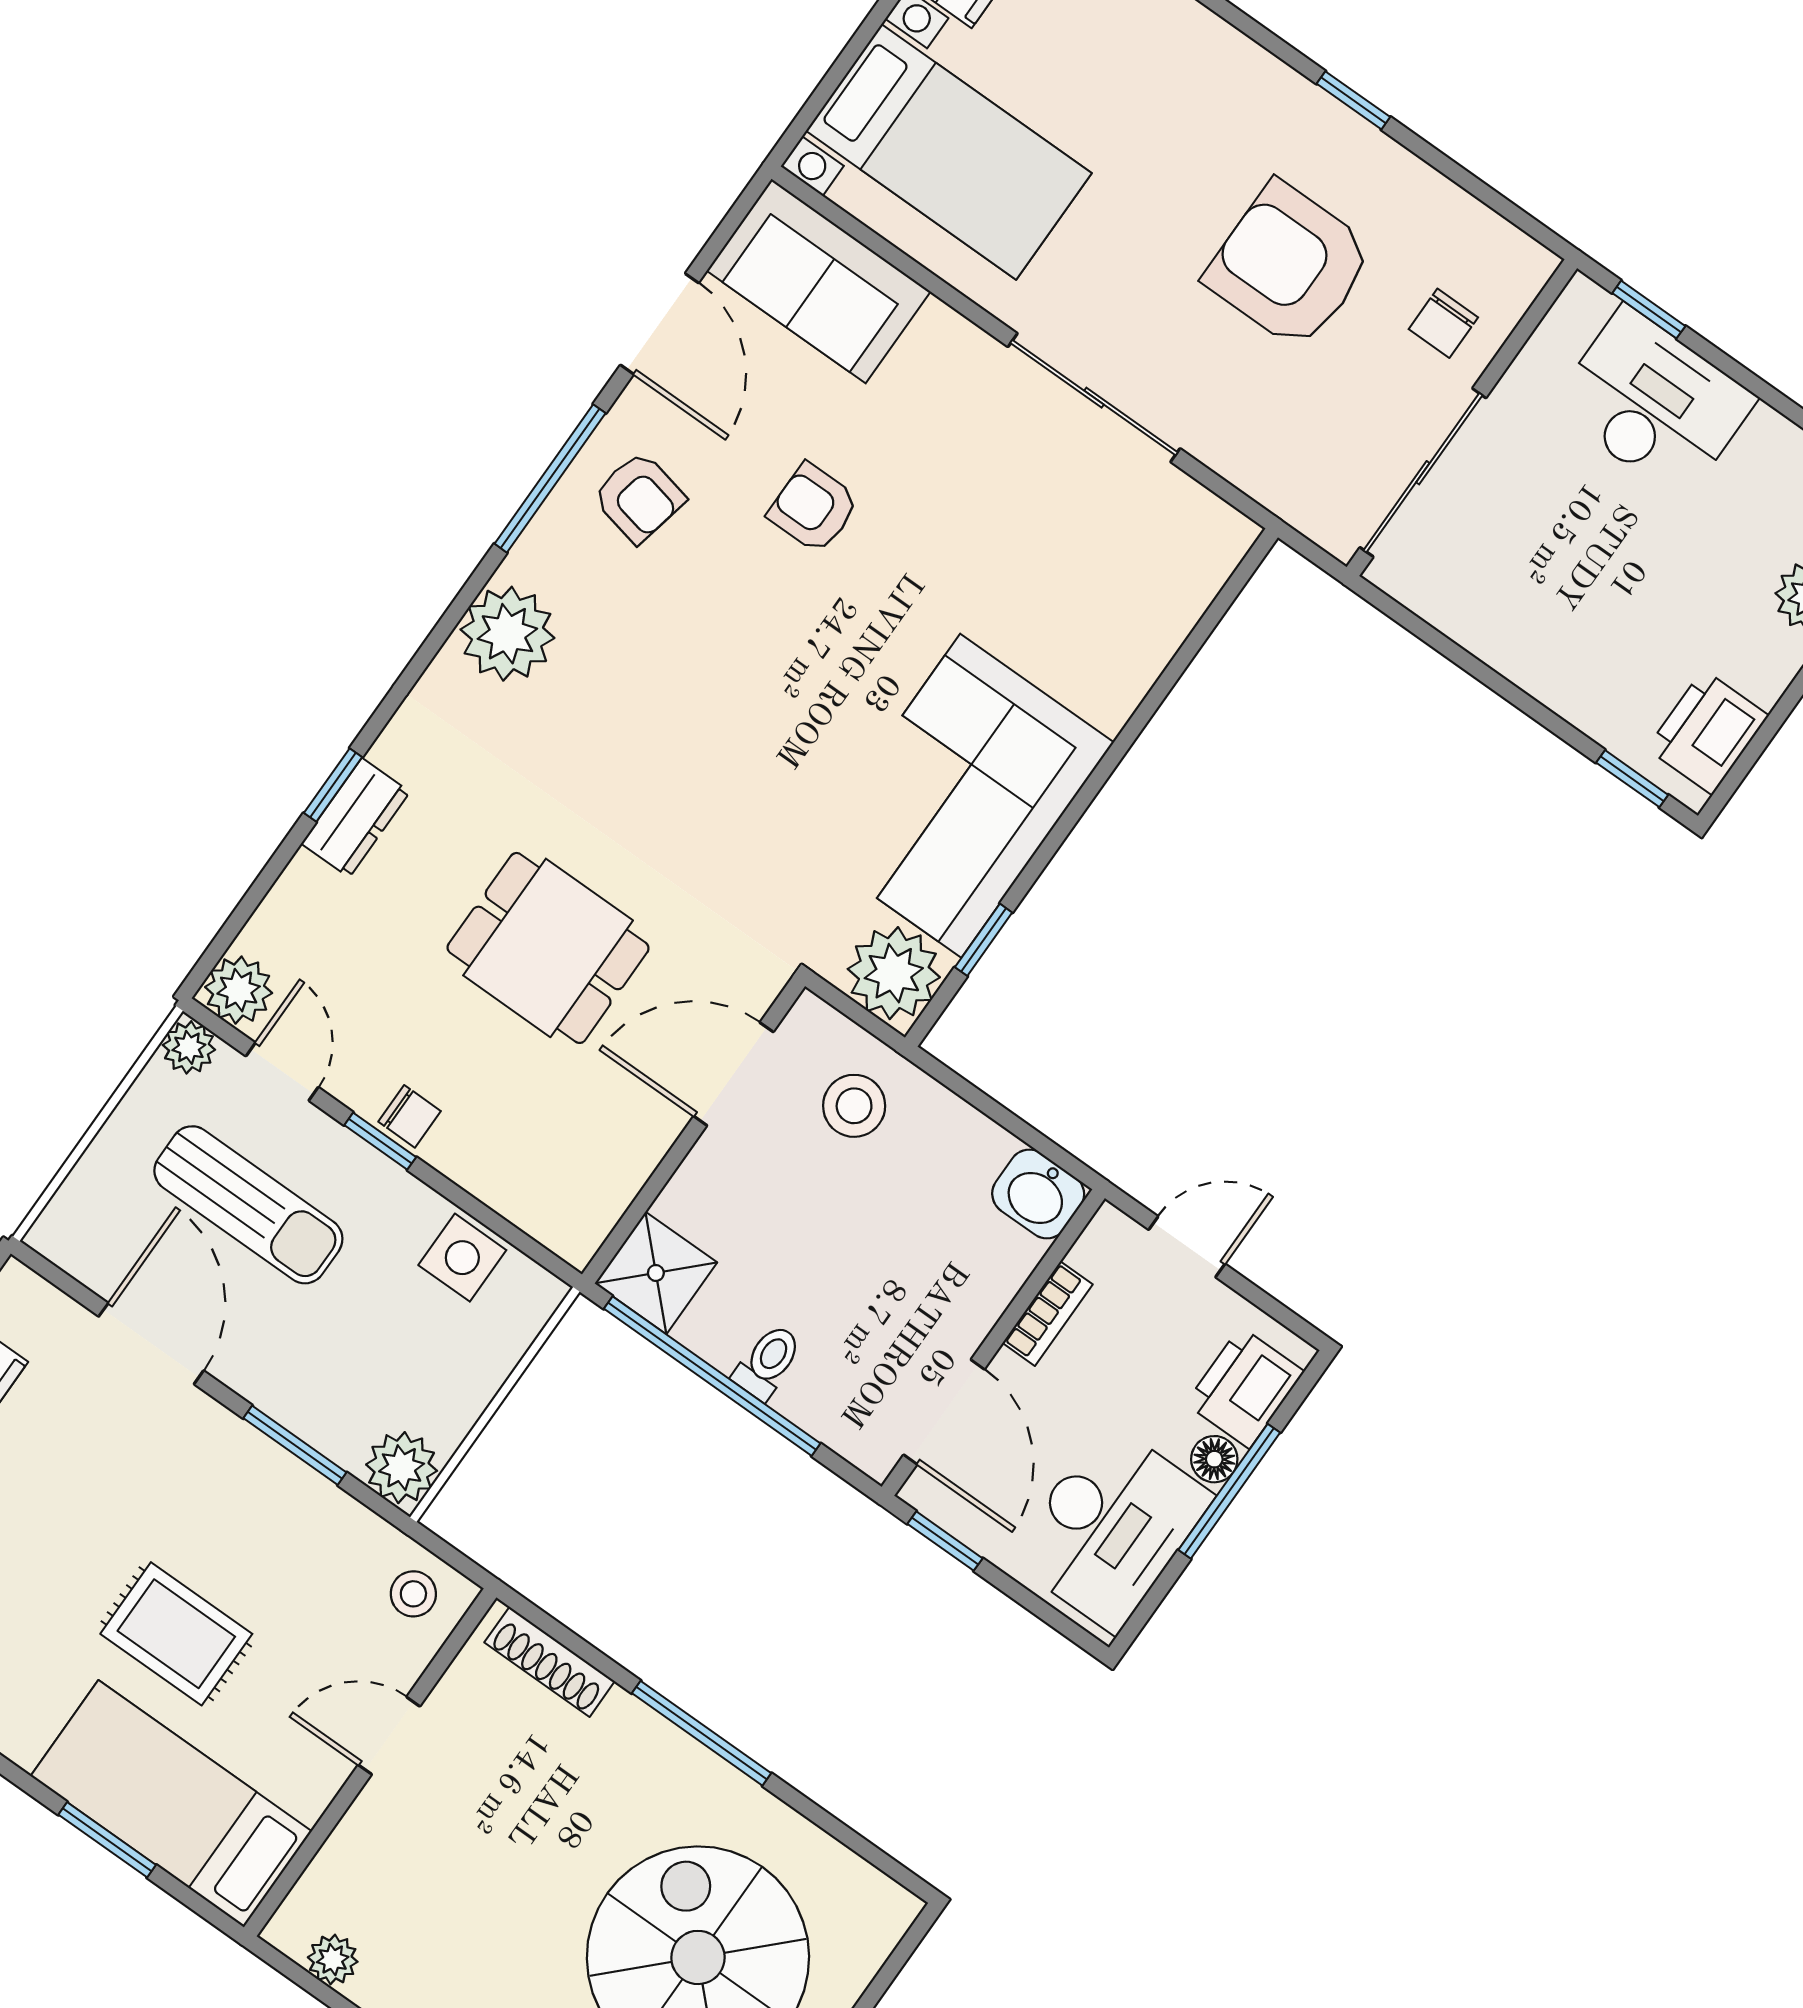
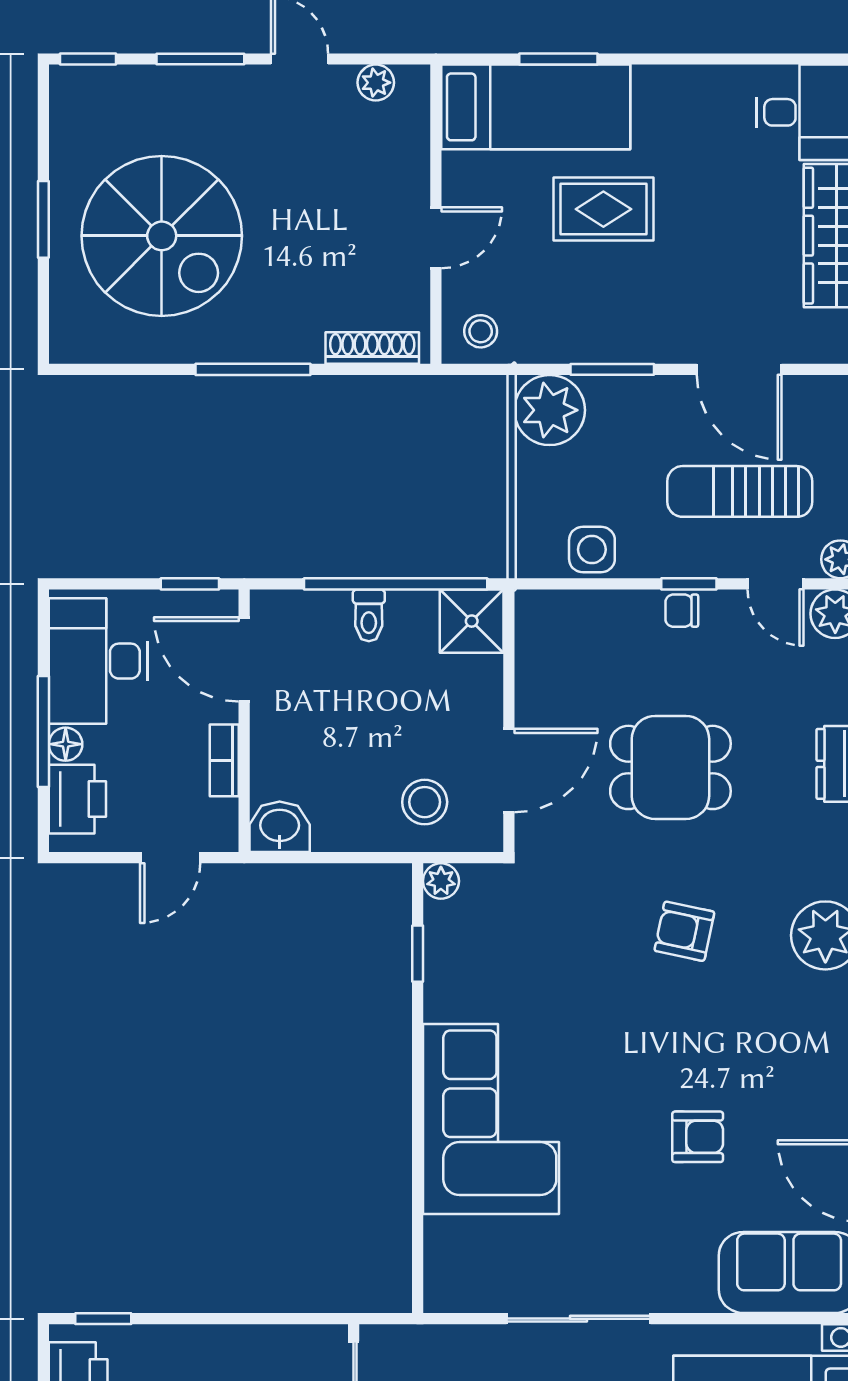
armchair: (639, 497) -> (684, 931), moved
corner sofa: (961, 796) -> (491, 1119), moved
plant: (894, 973) -> (441, 881), width x0.53, depth x0.53
plant: (402, 1468) -> (550, 410), width x1.36, depth x1.36

